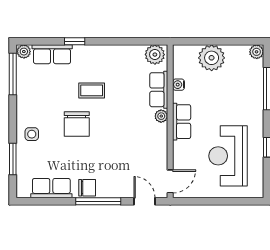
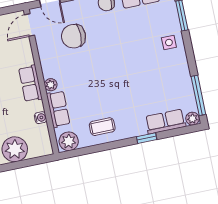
coffee table: (92, 90) -> (102, 127), moved
chair: (77, 124) -> (74, 36), moved, turned -90

